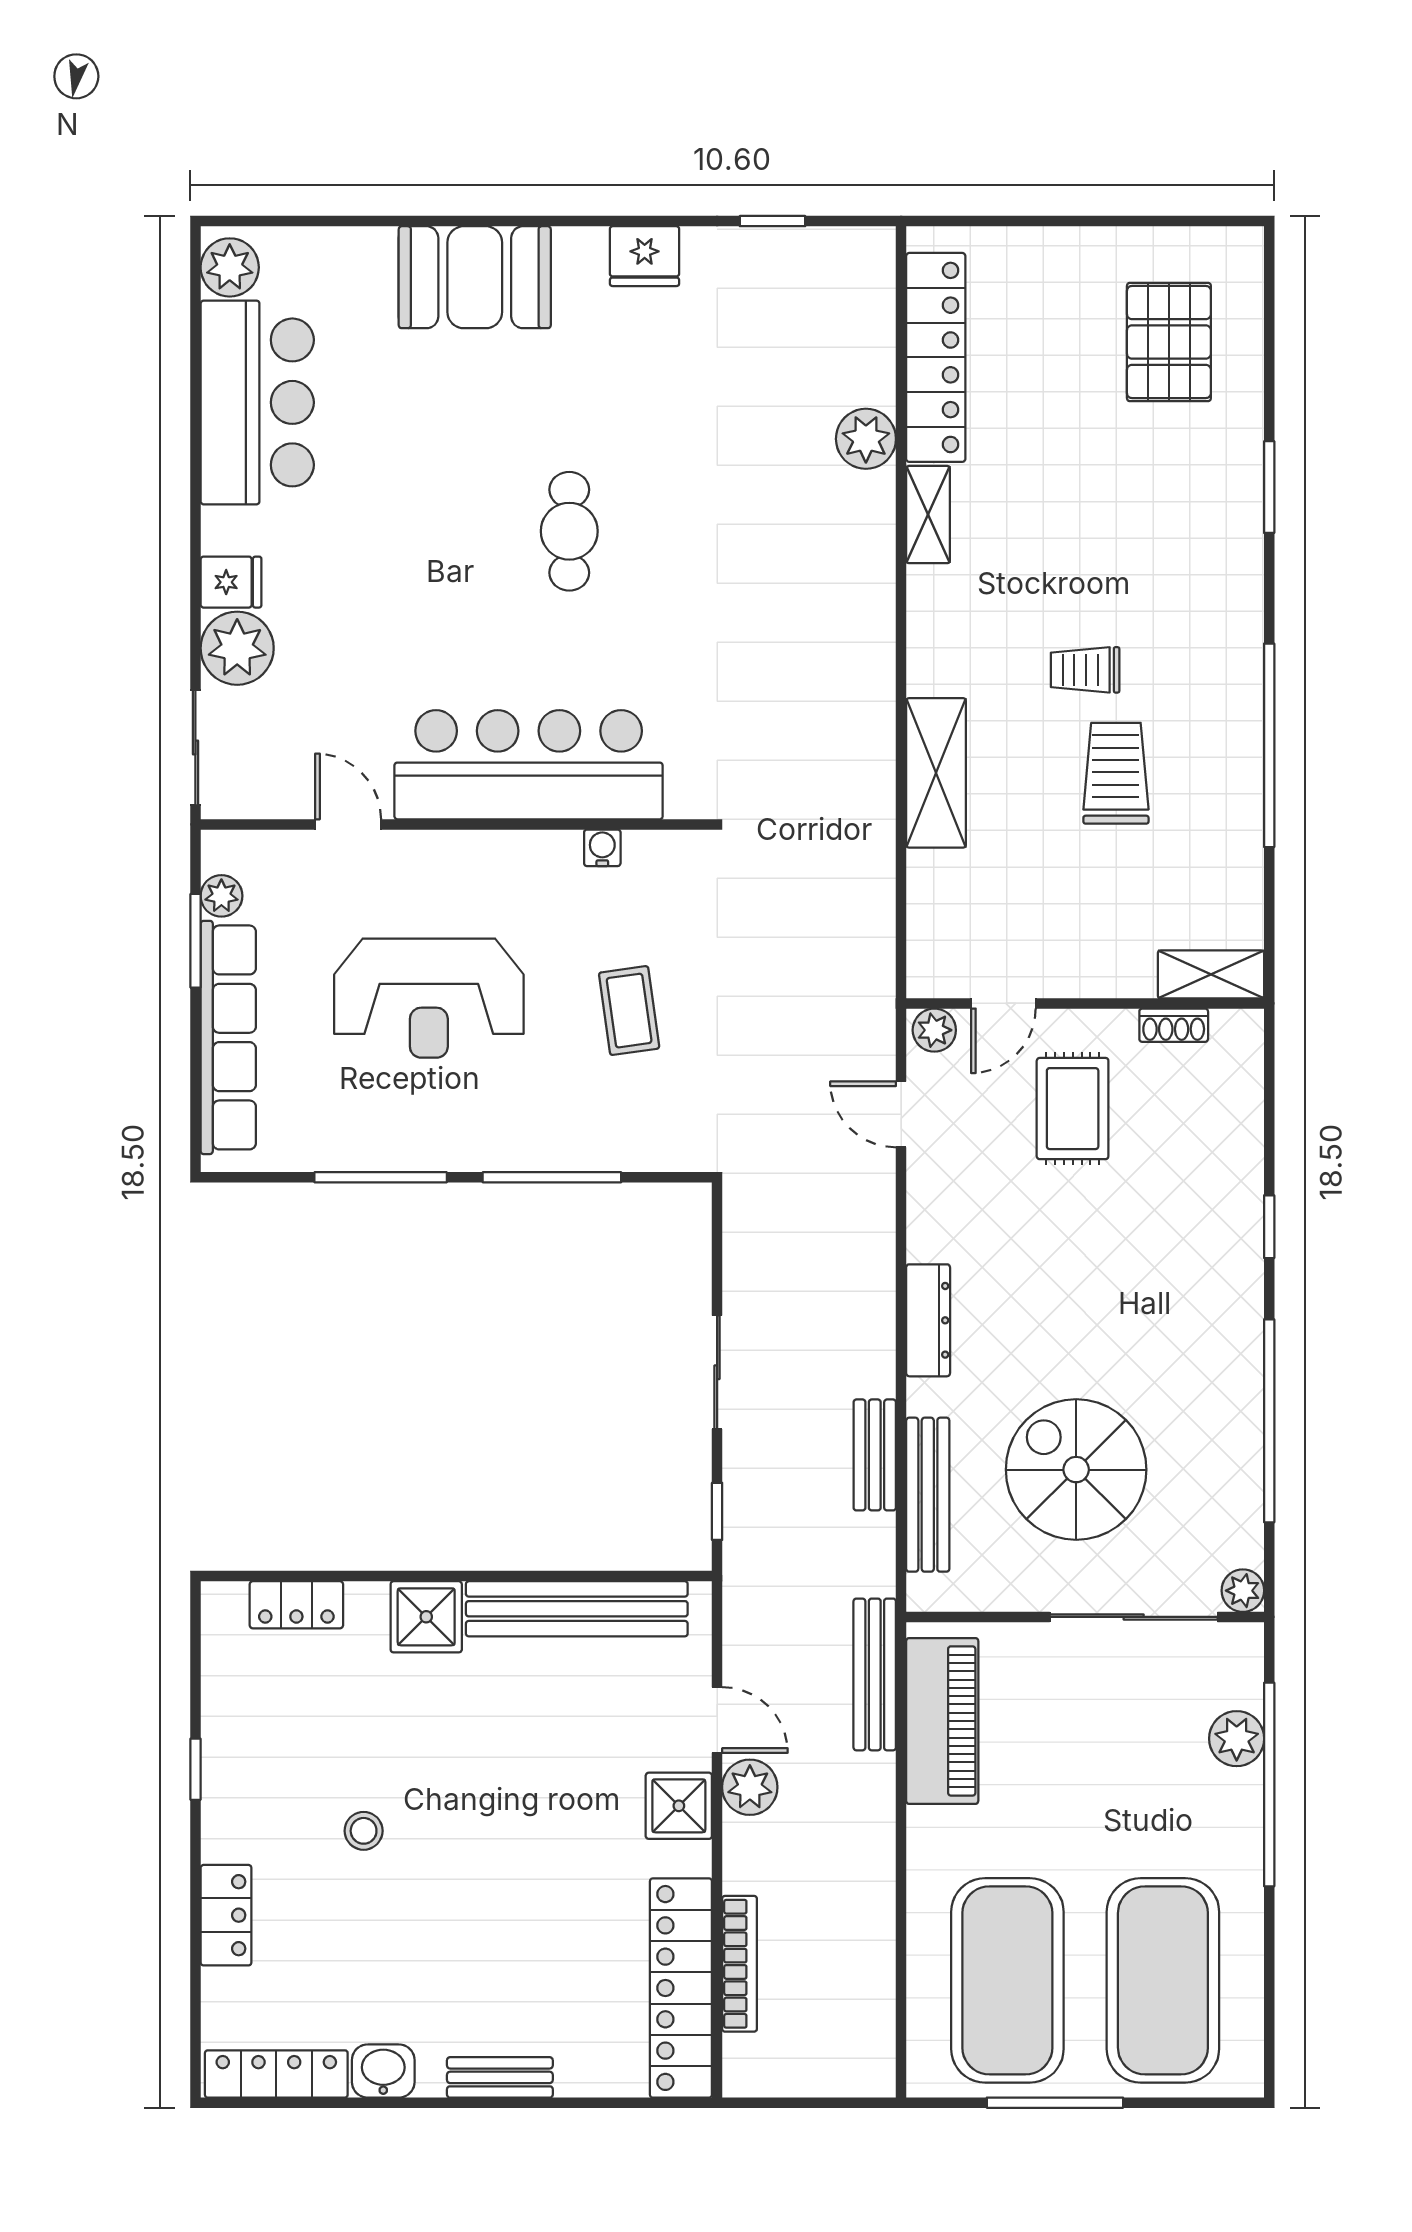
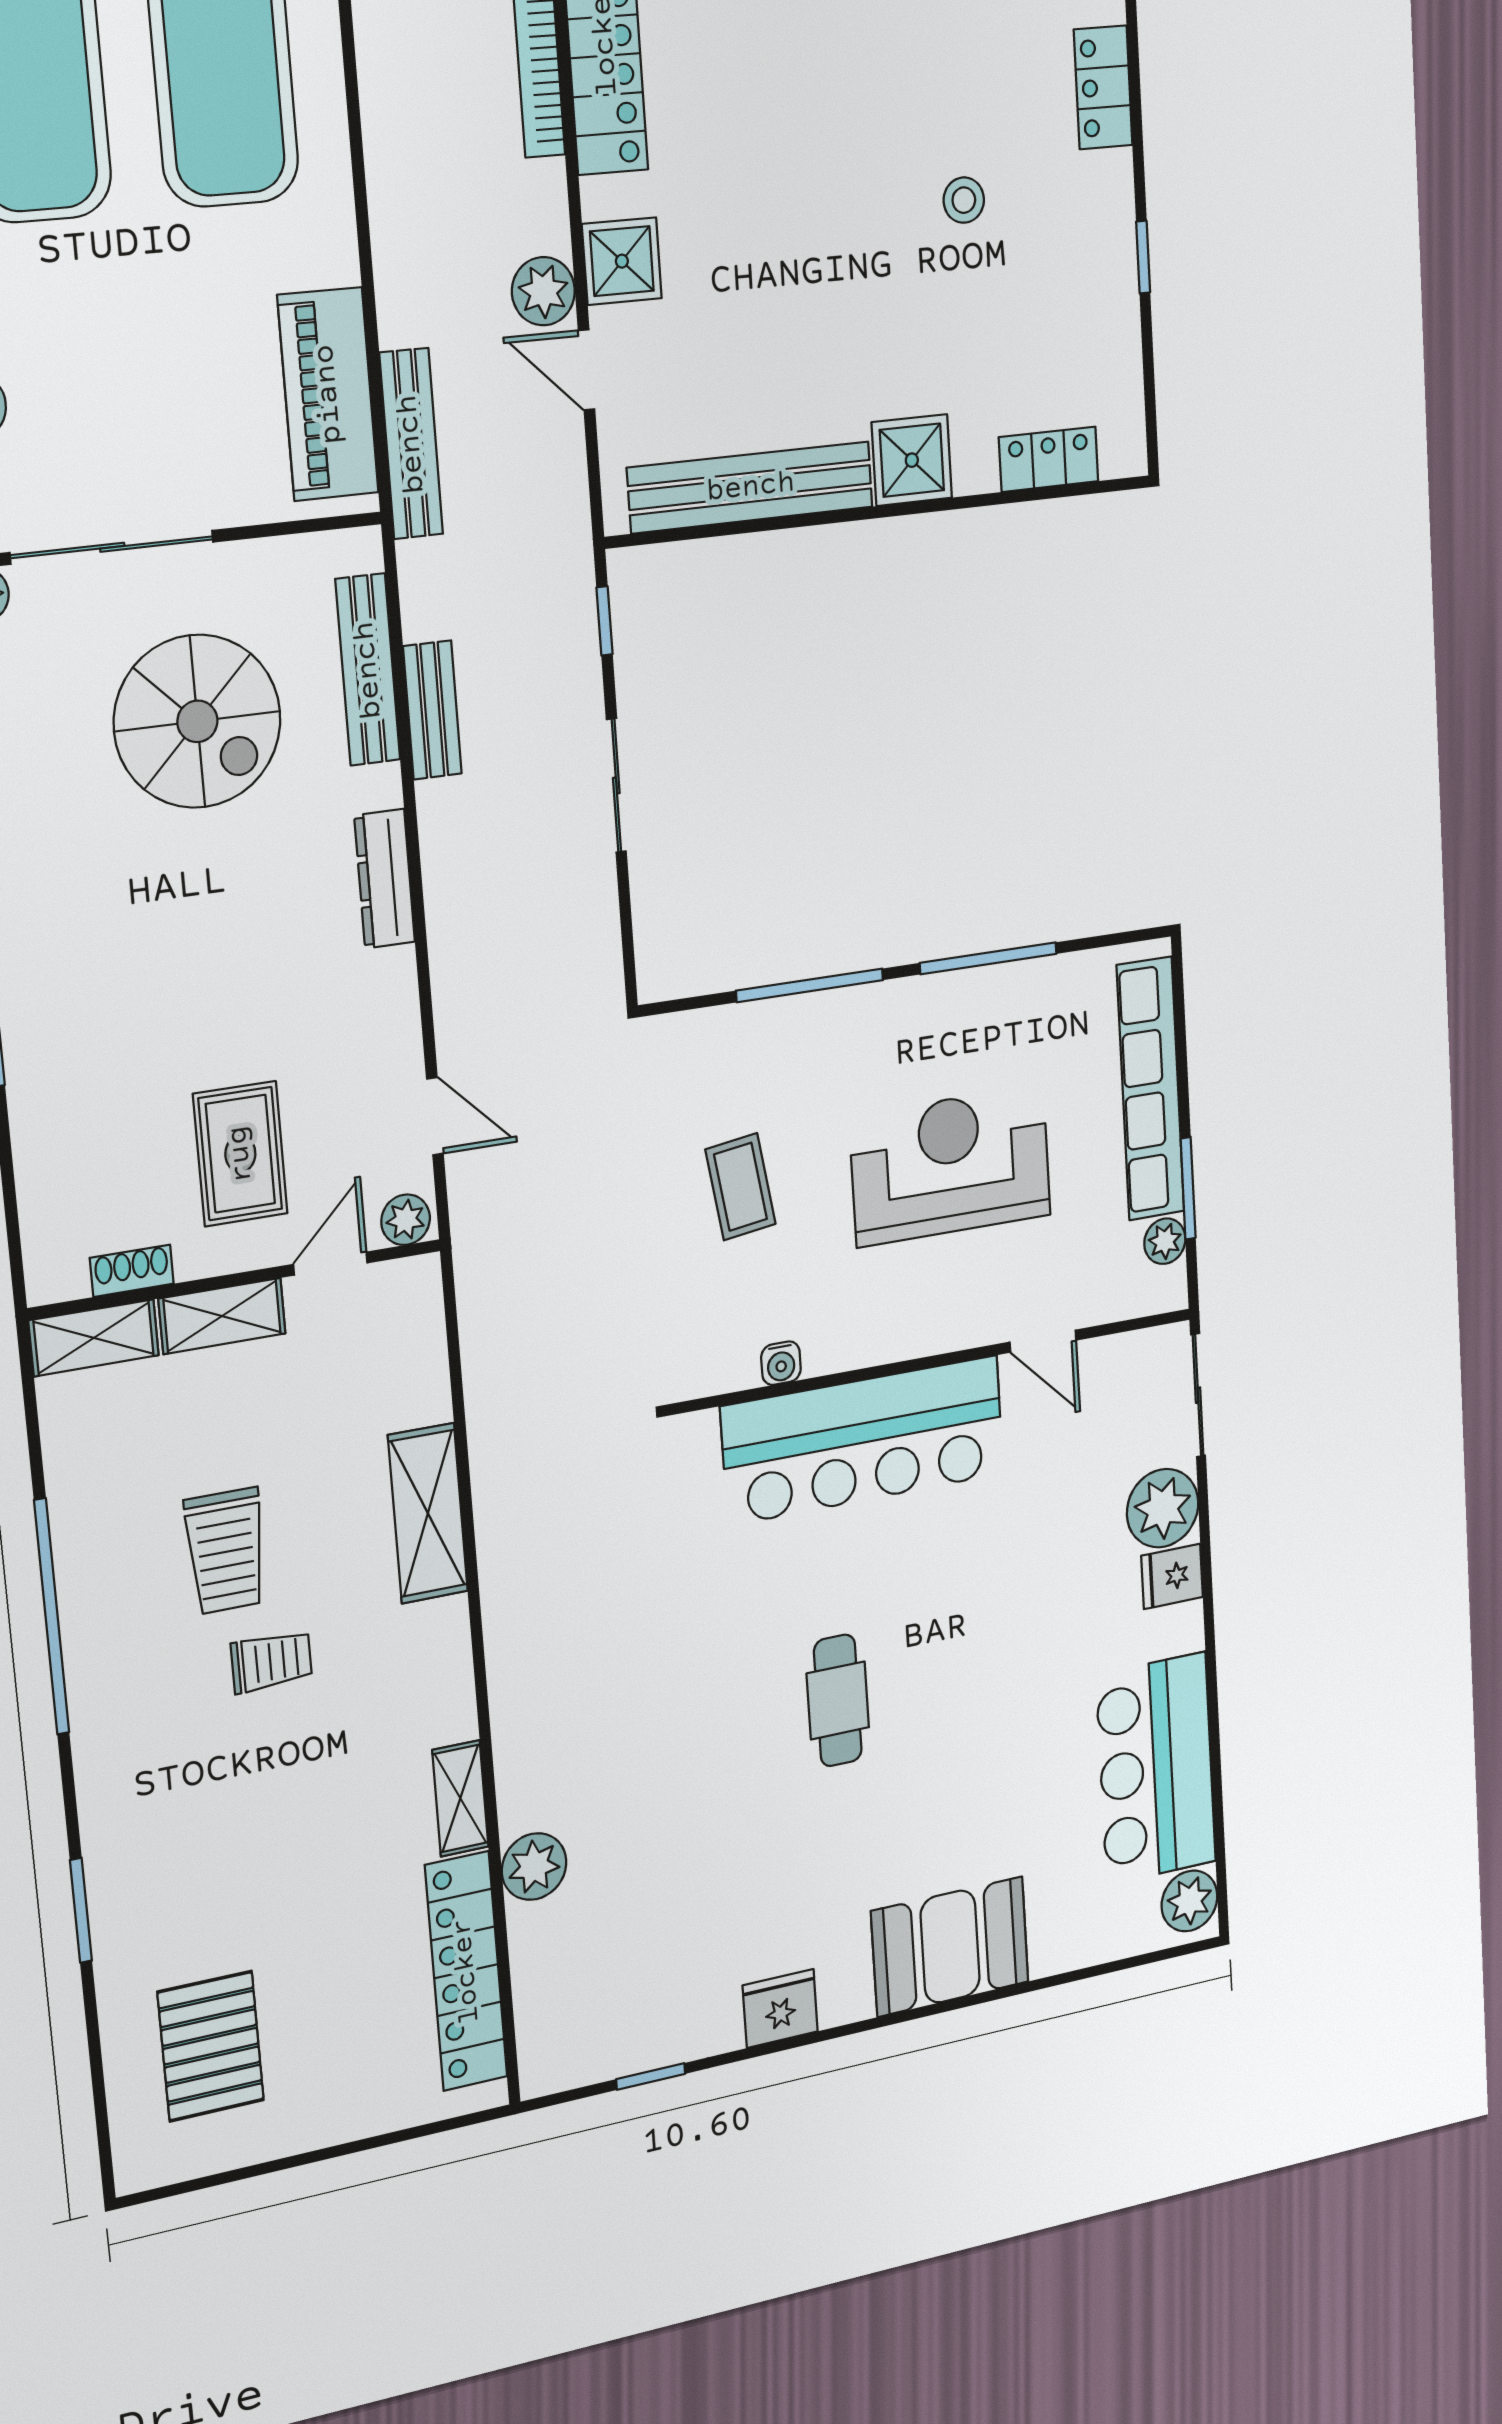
shelving: (1101, 974) -> (222, 1316), added

